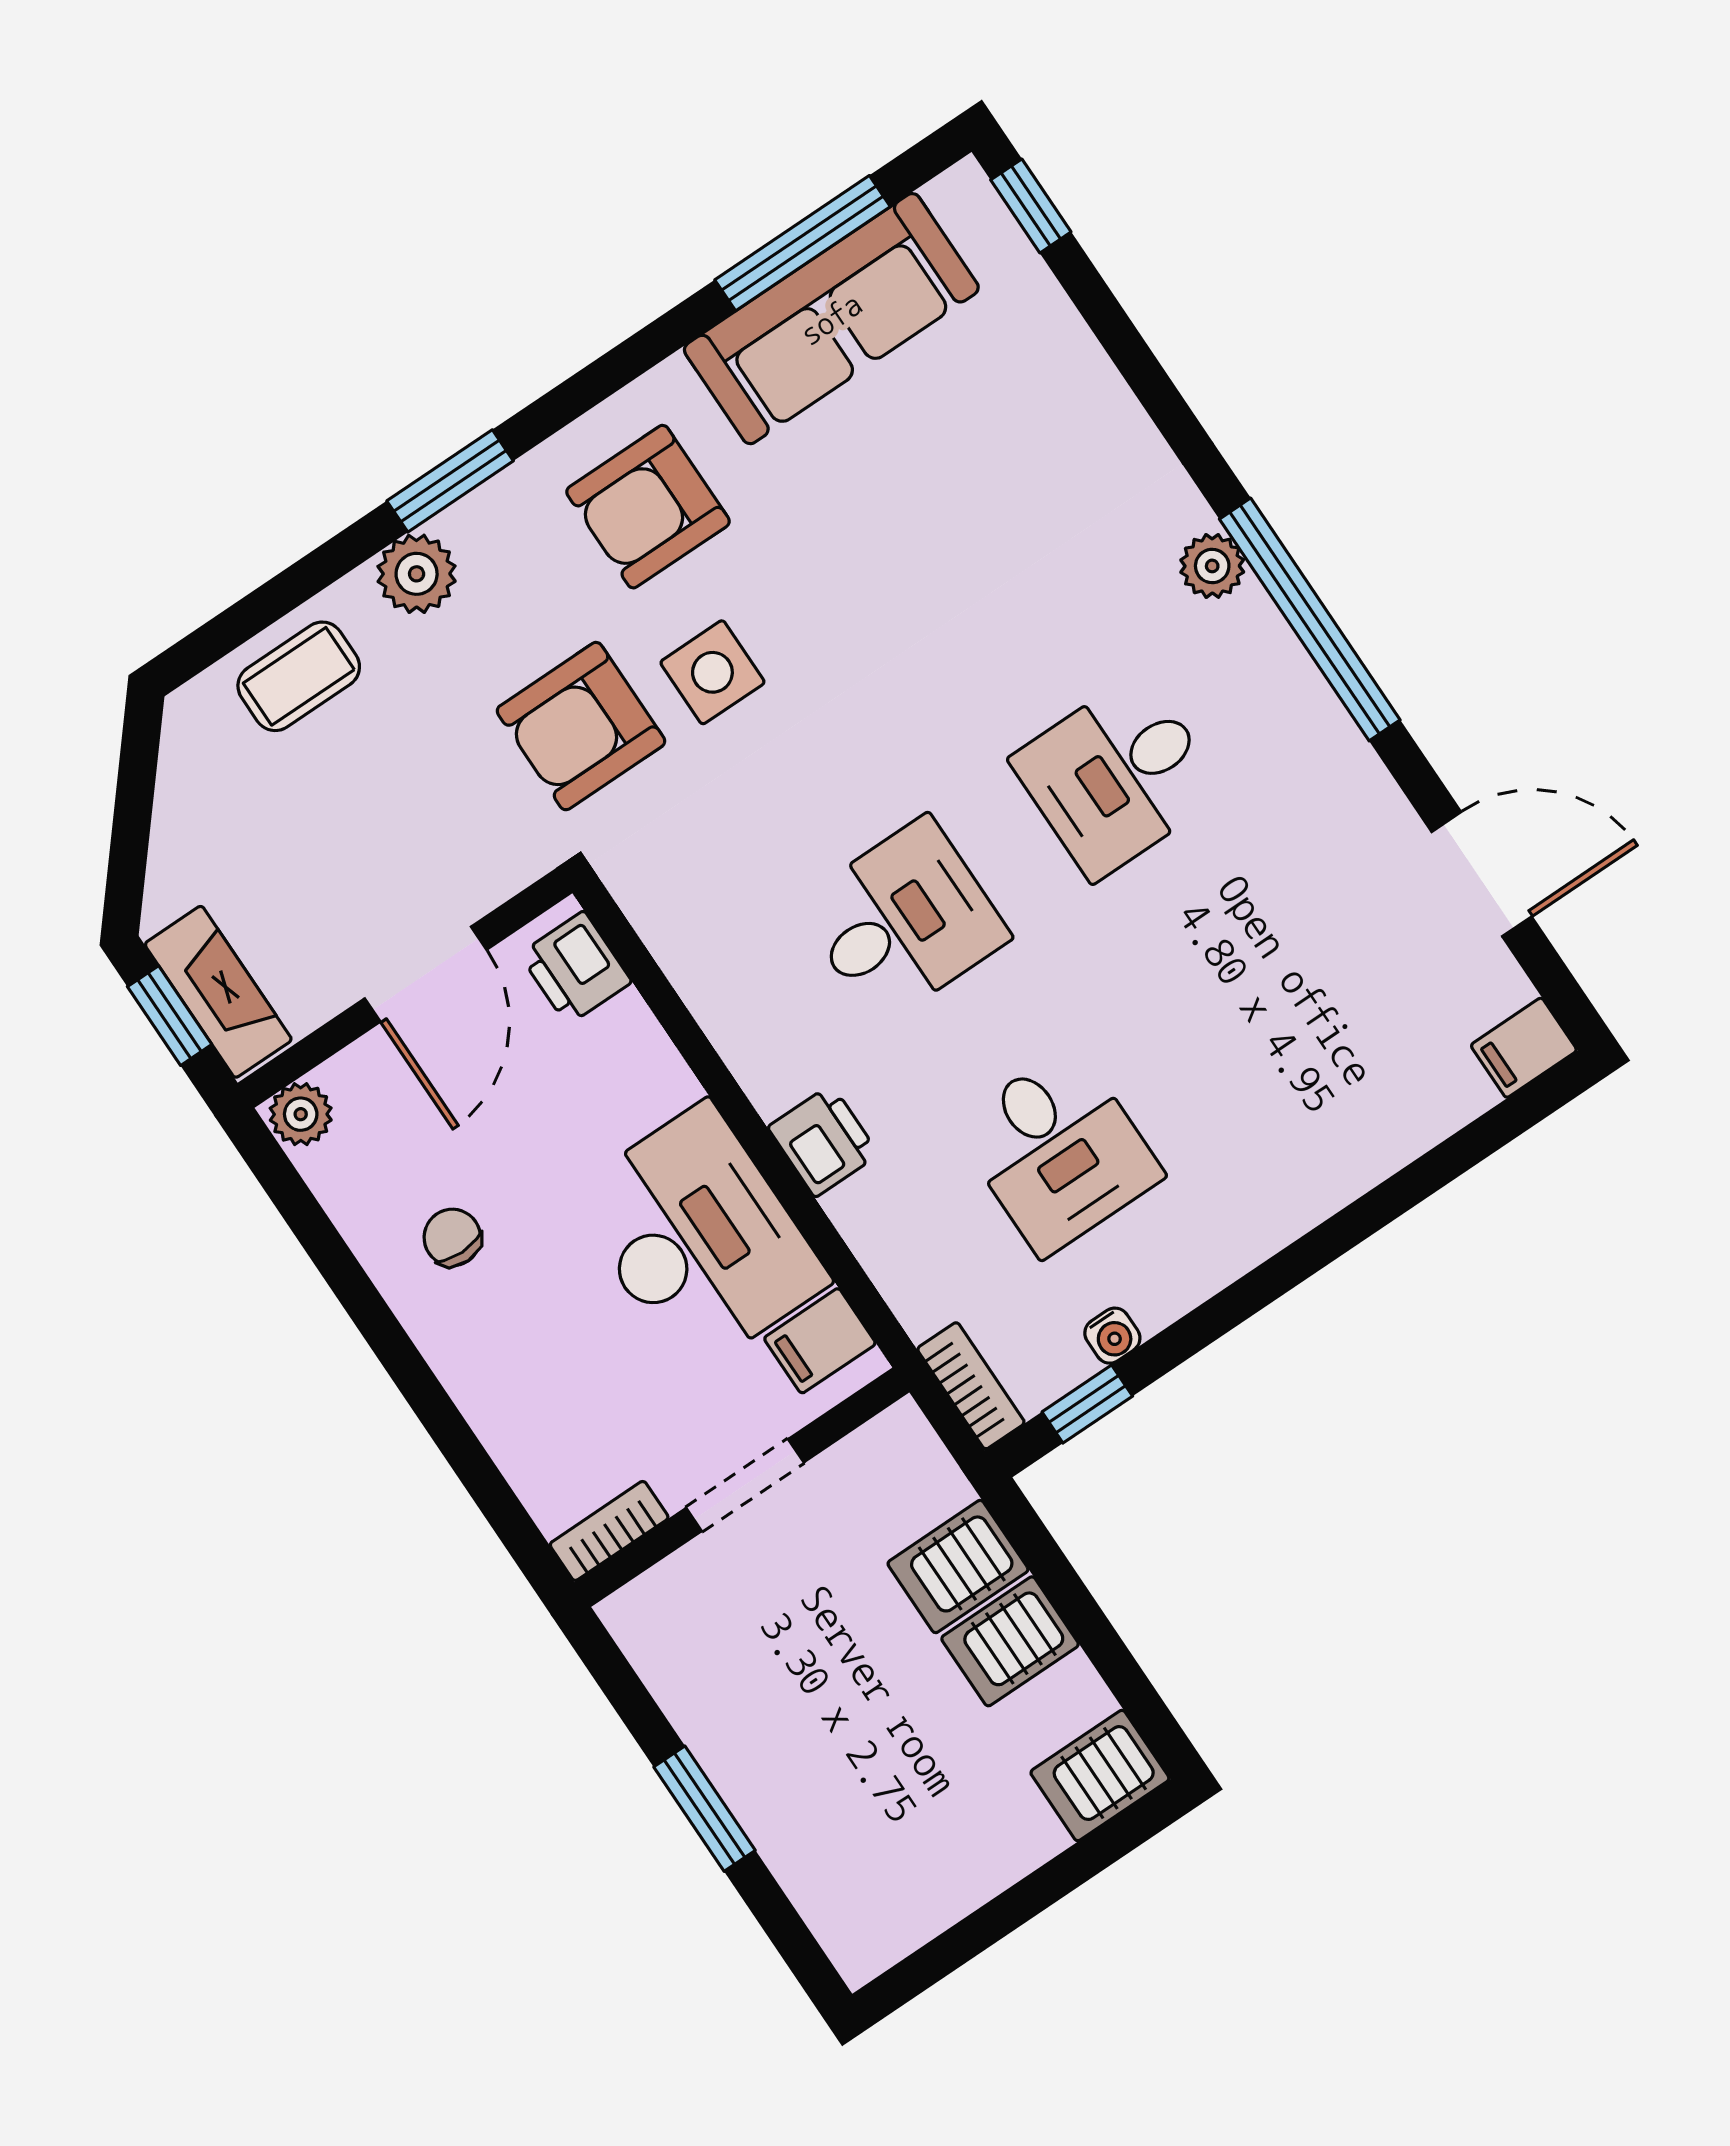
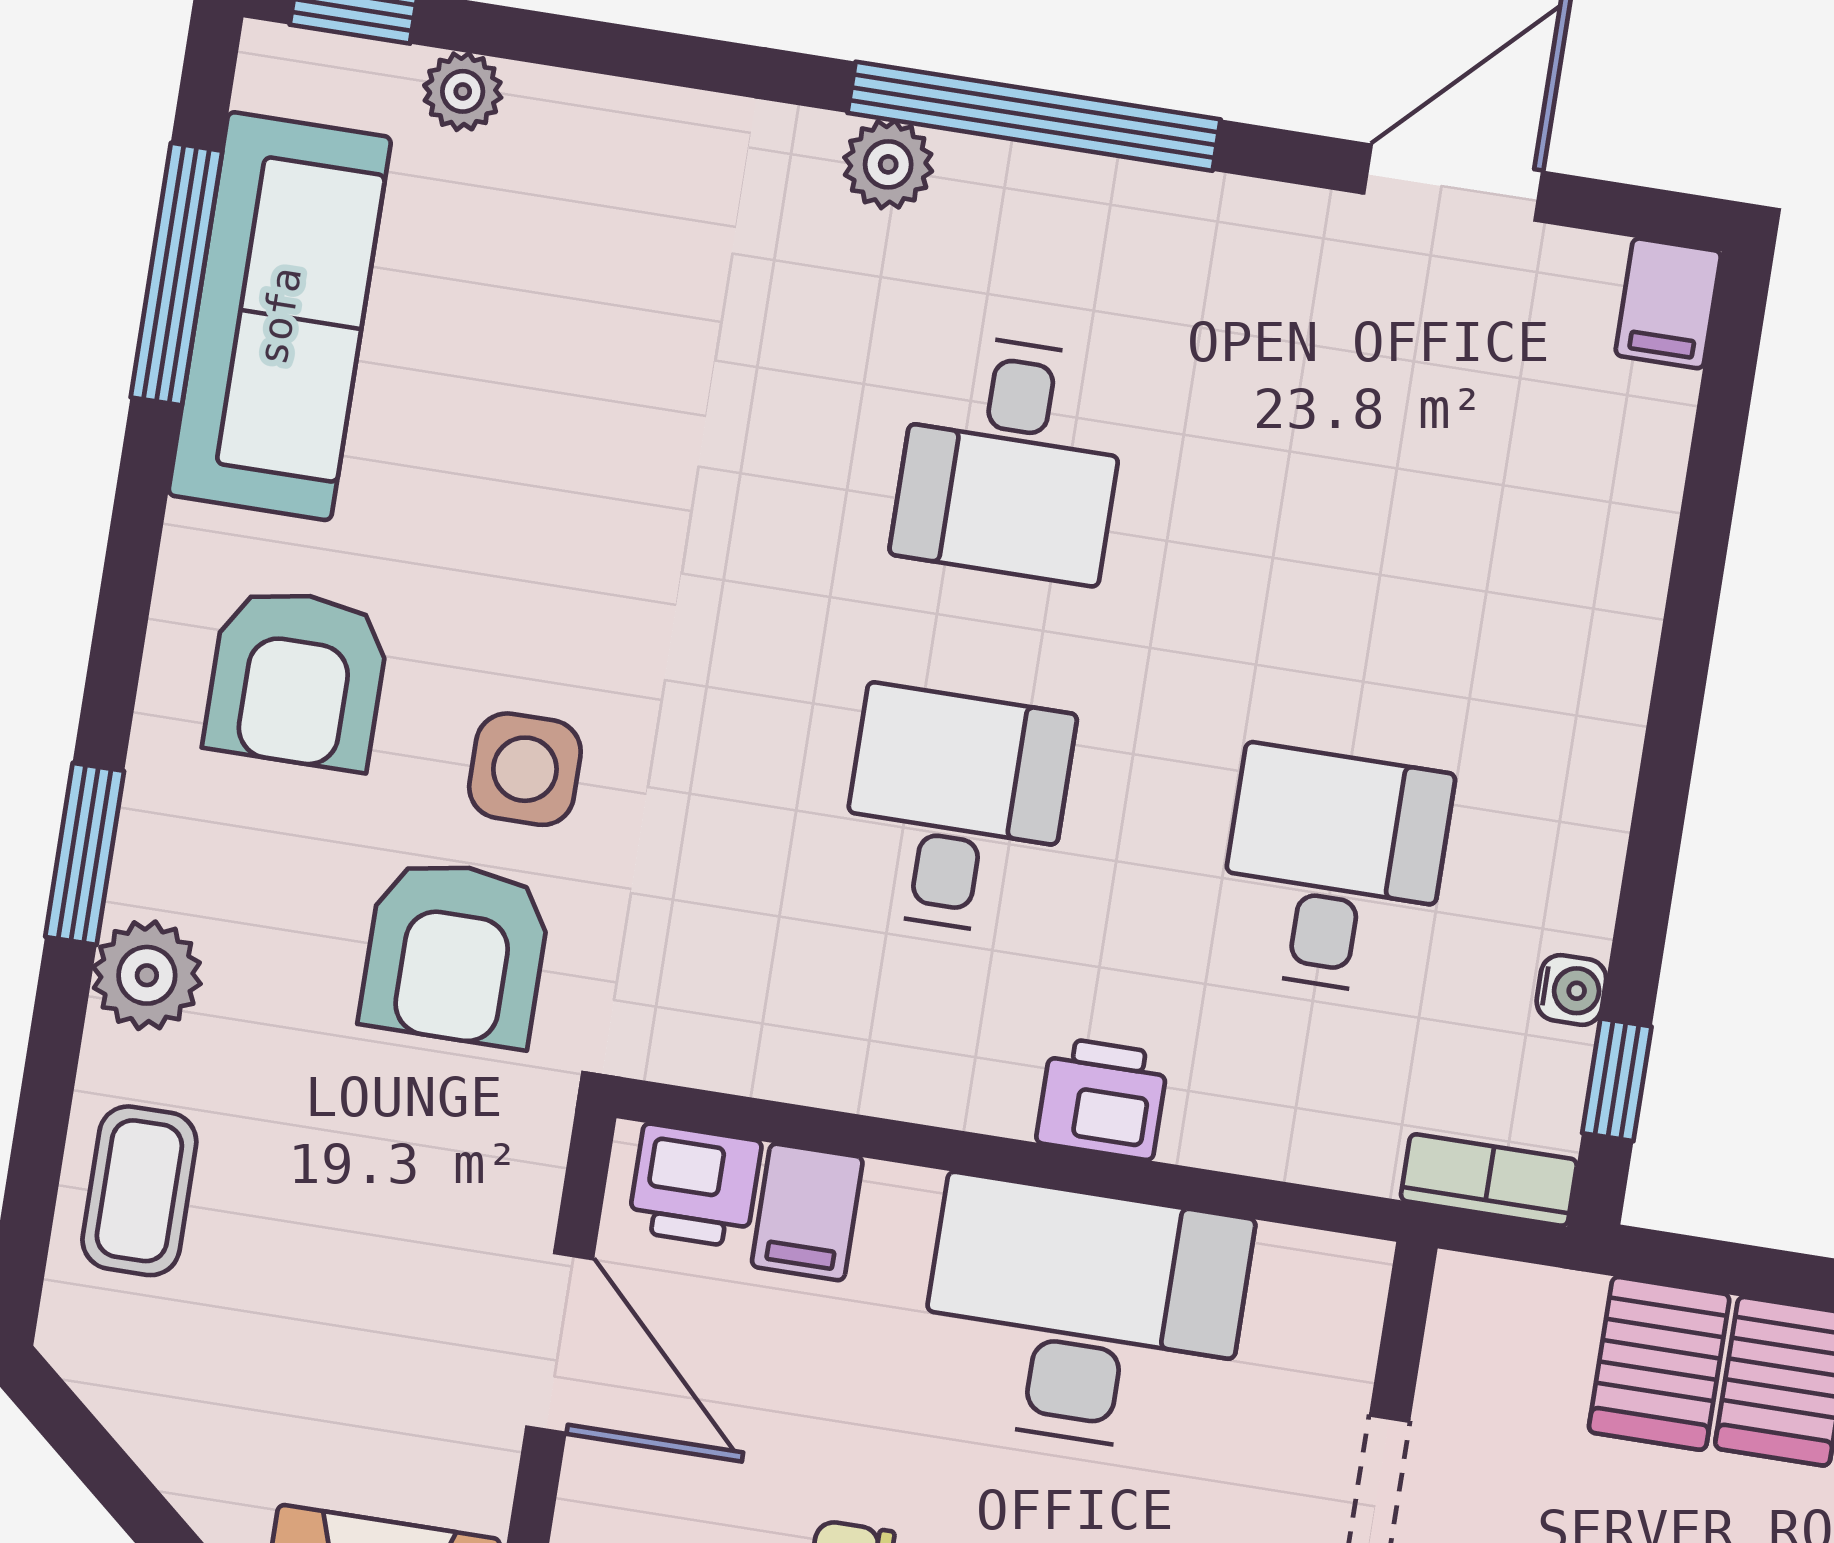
plant: (1041, 305) -> (463, 91), added
desk: (1058, 1151) -> (1333, 871), turned -90
filing cabinet: (820, 1341) -> (807, 1212), moved

